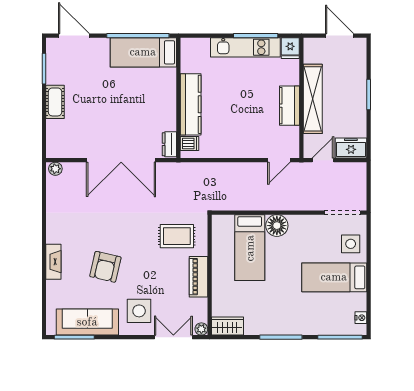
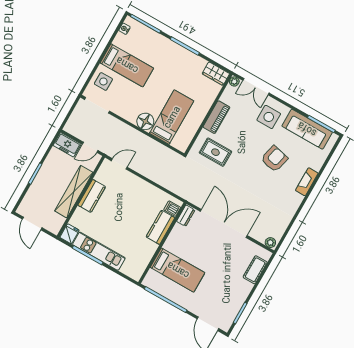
bed: (143, 52) -> (178, 270), moved
cot: (55, 102) -> (255, 270), moved
kitchen counter: (191, 104) -> (161, 227), width x0.67

